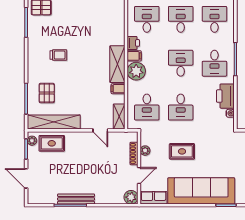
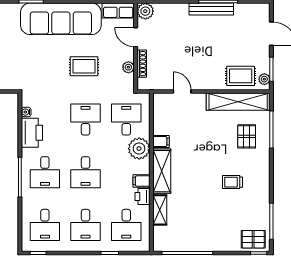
desk: (214, 63) -> (45, 172), turned 180
plant: (136, 71) -> (139, 149), moved
shelving: (119, 116) -> (160, 210), moved
door: (139, 176) -> (136, 37), hinge flipped

